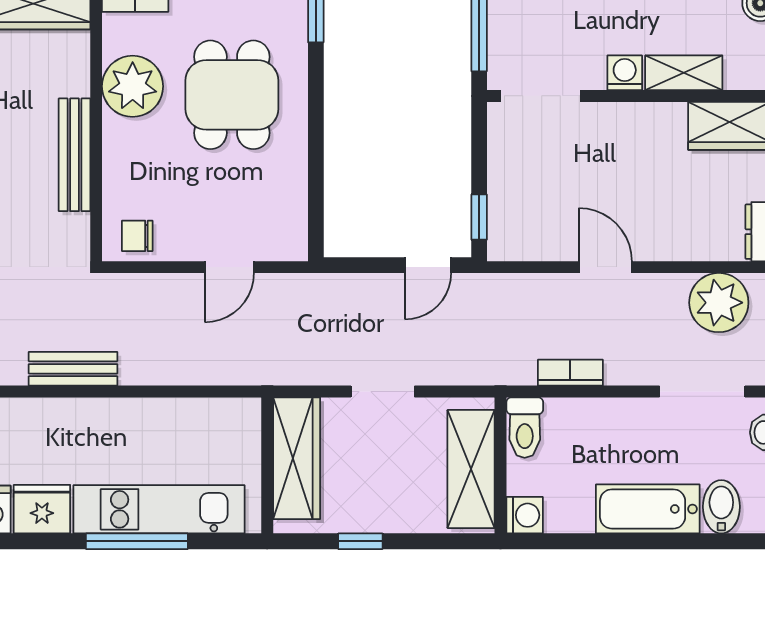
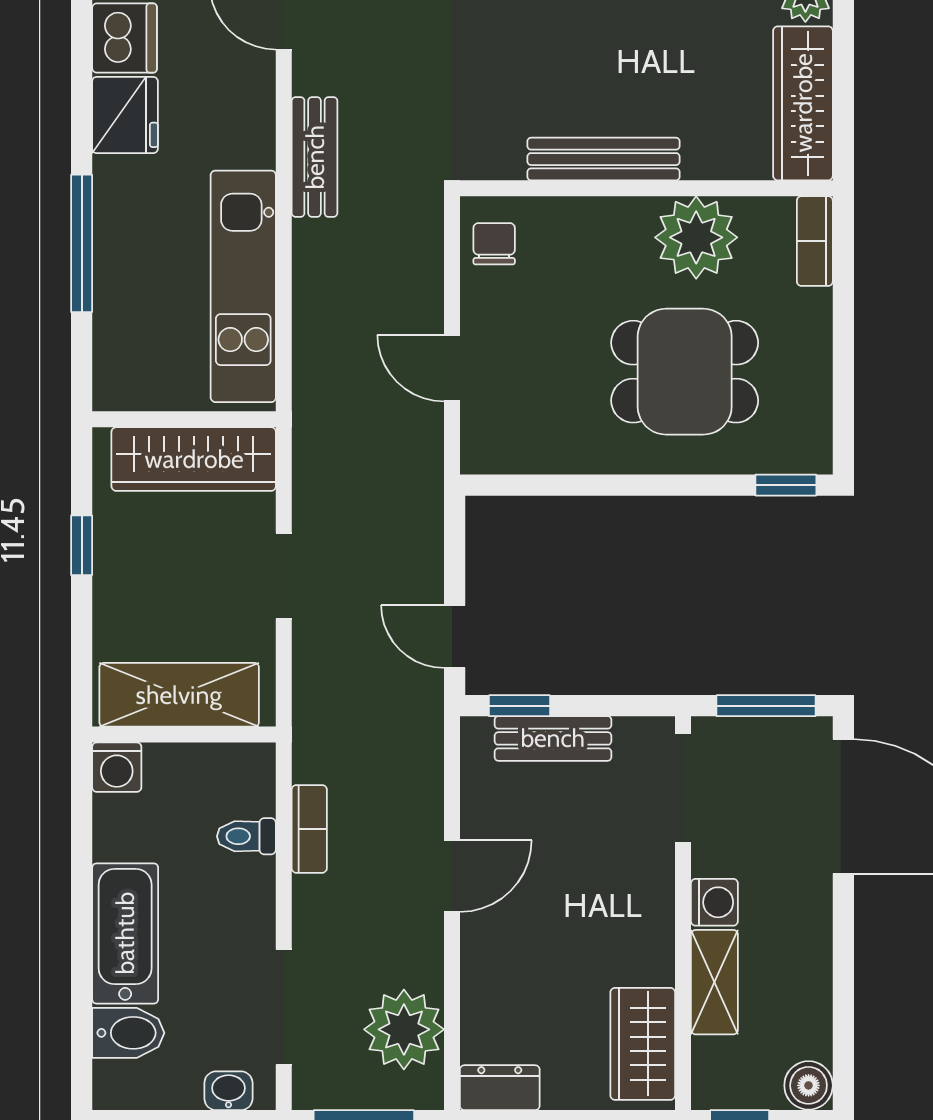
bench: (503, 192) -> (553, 738), added
toilet: (525, 428) -> (246, 836), moved, width x0.73, depth x0.72
kitchen unit: (159, 509) -> (243, 286), moved, turned 180

